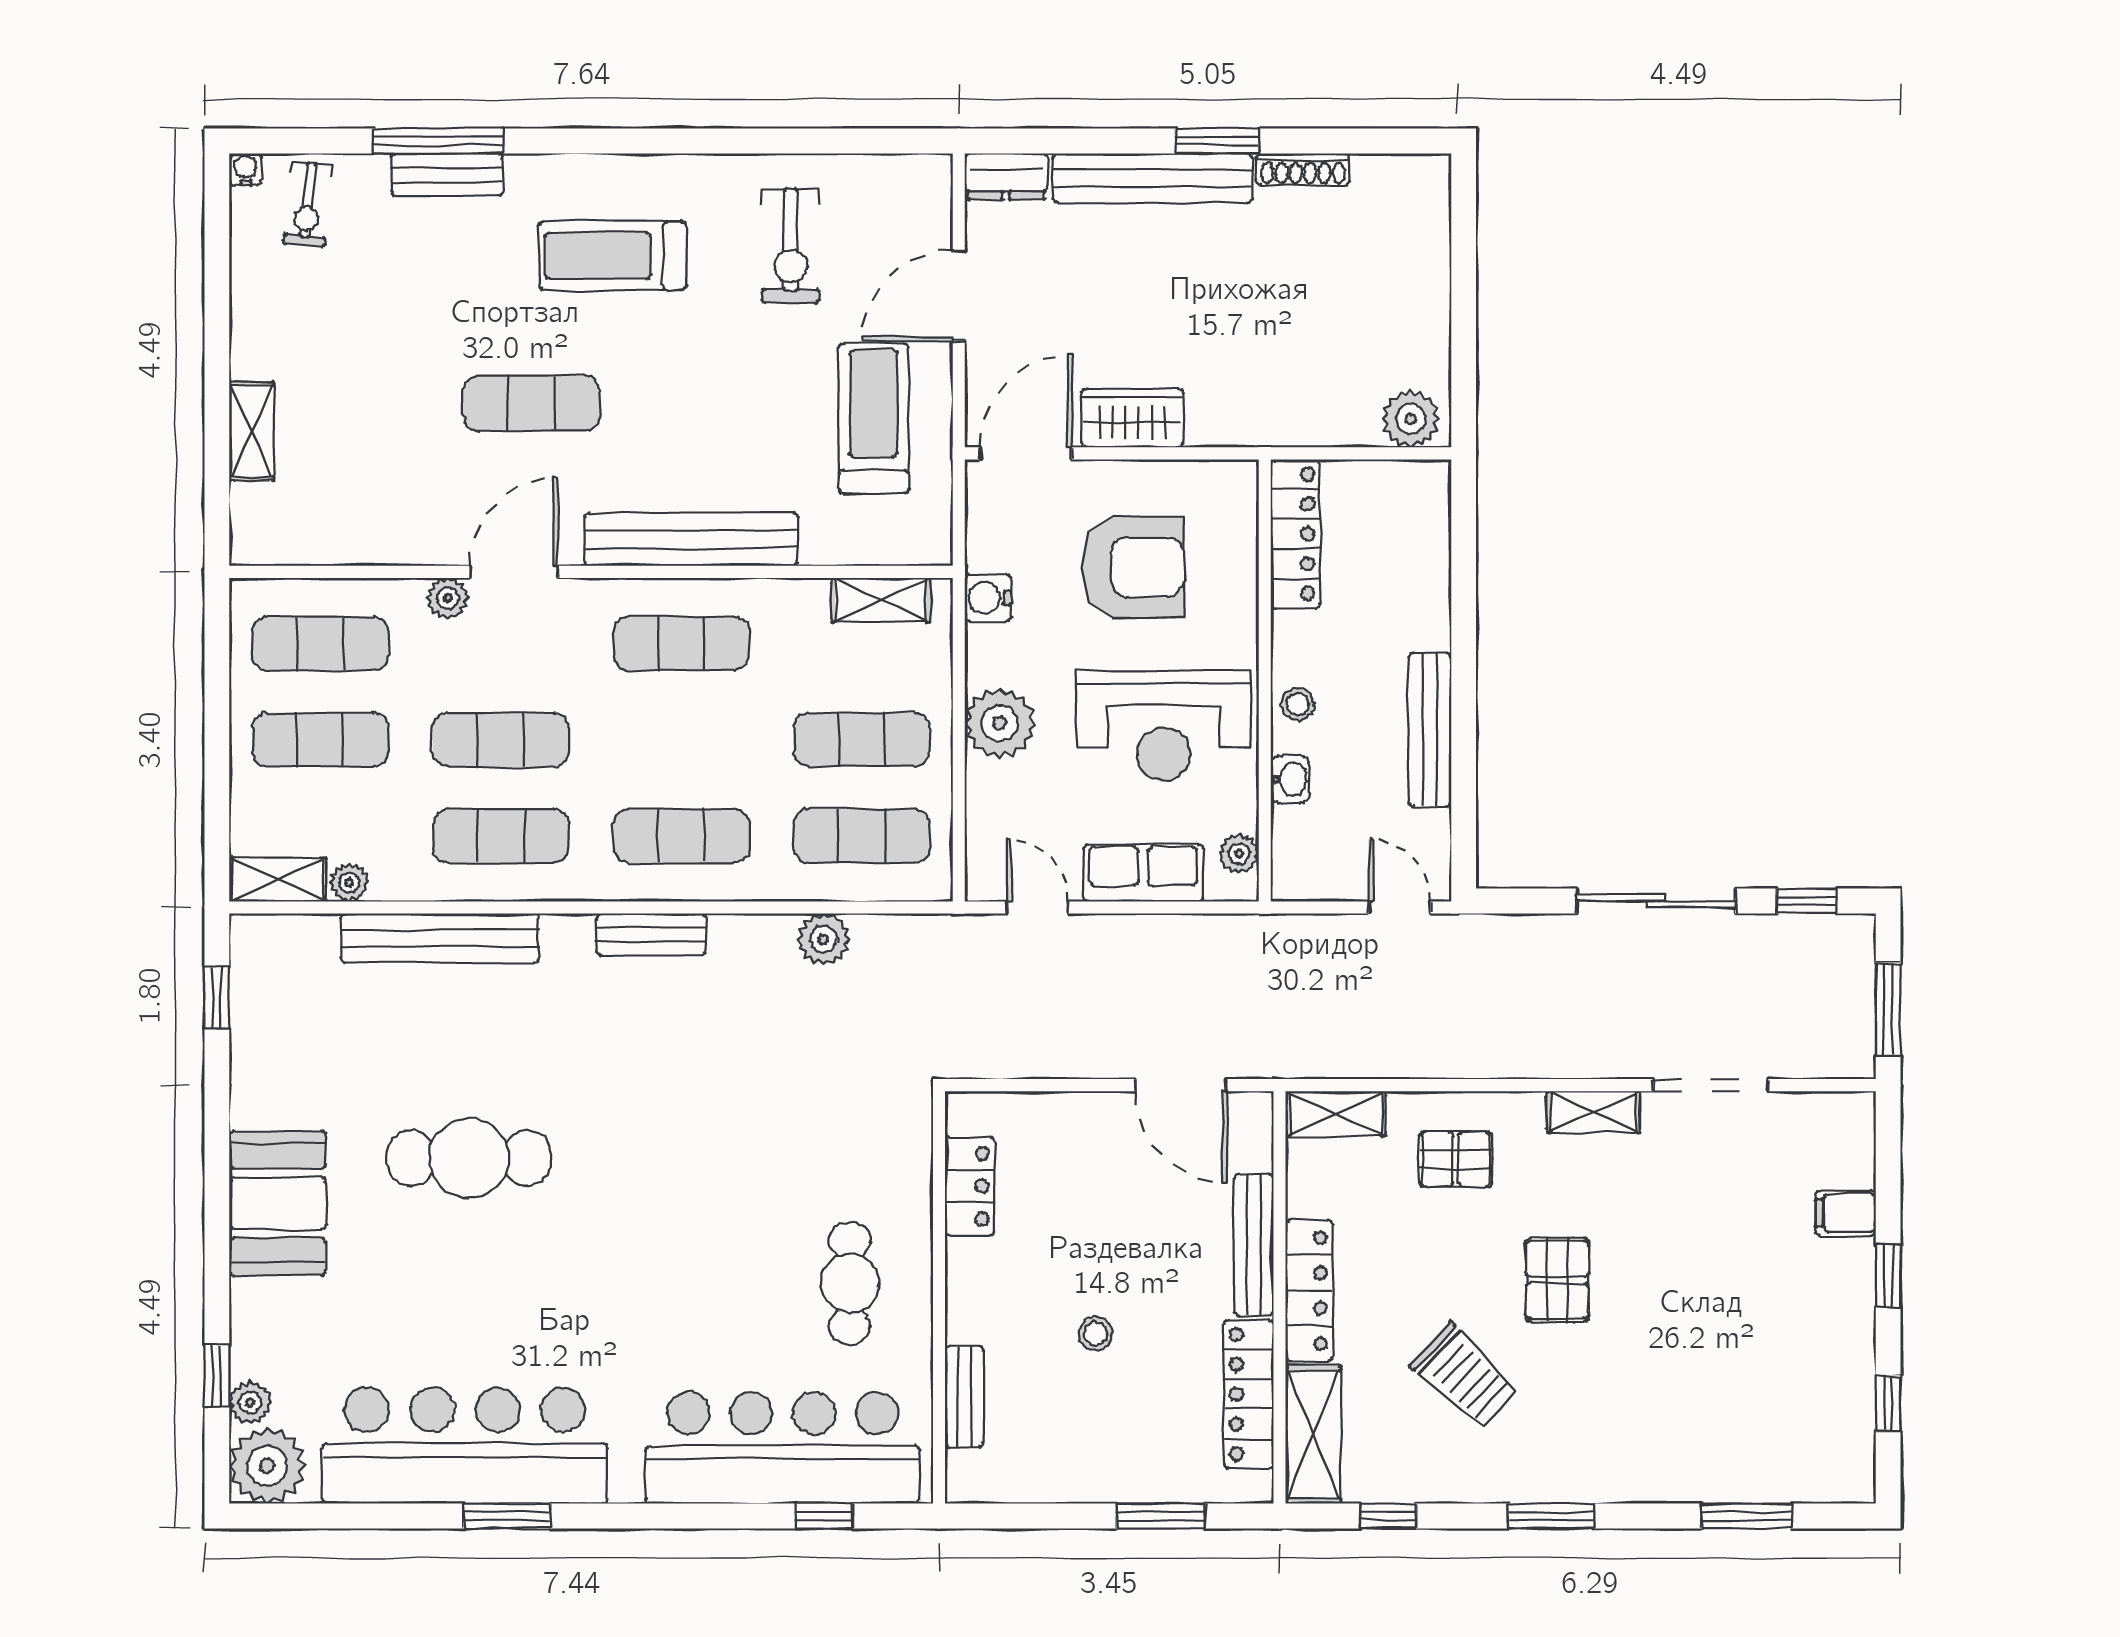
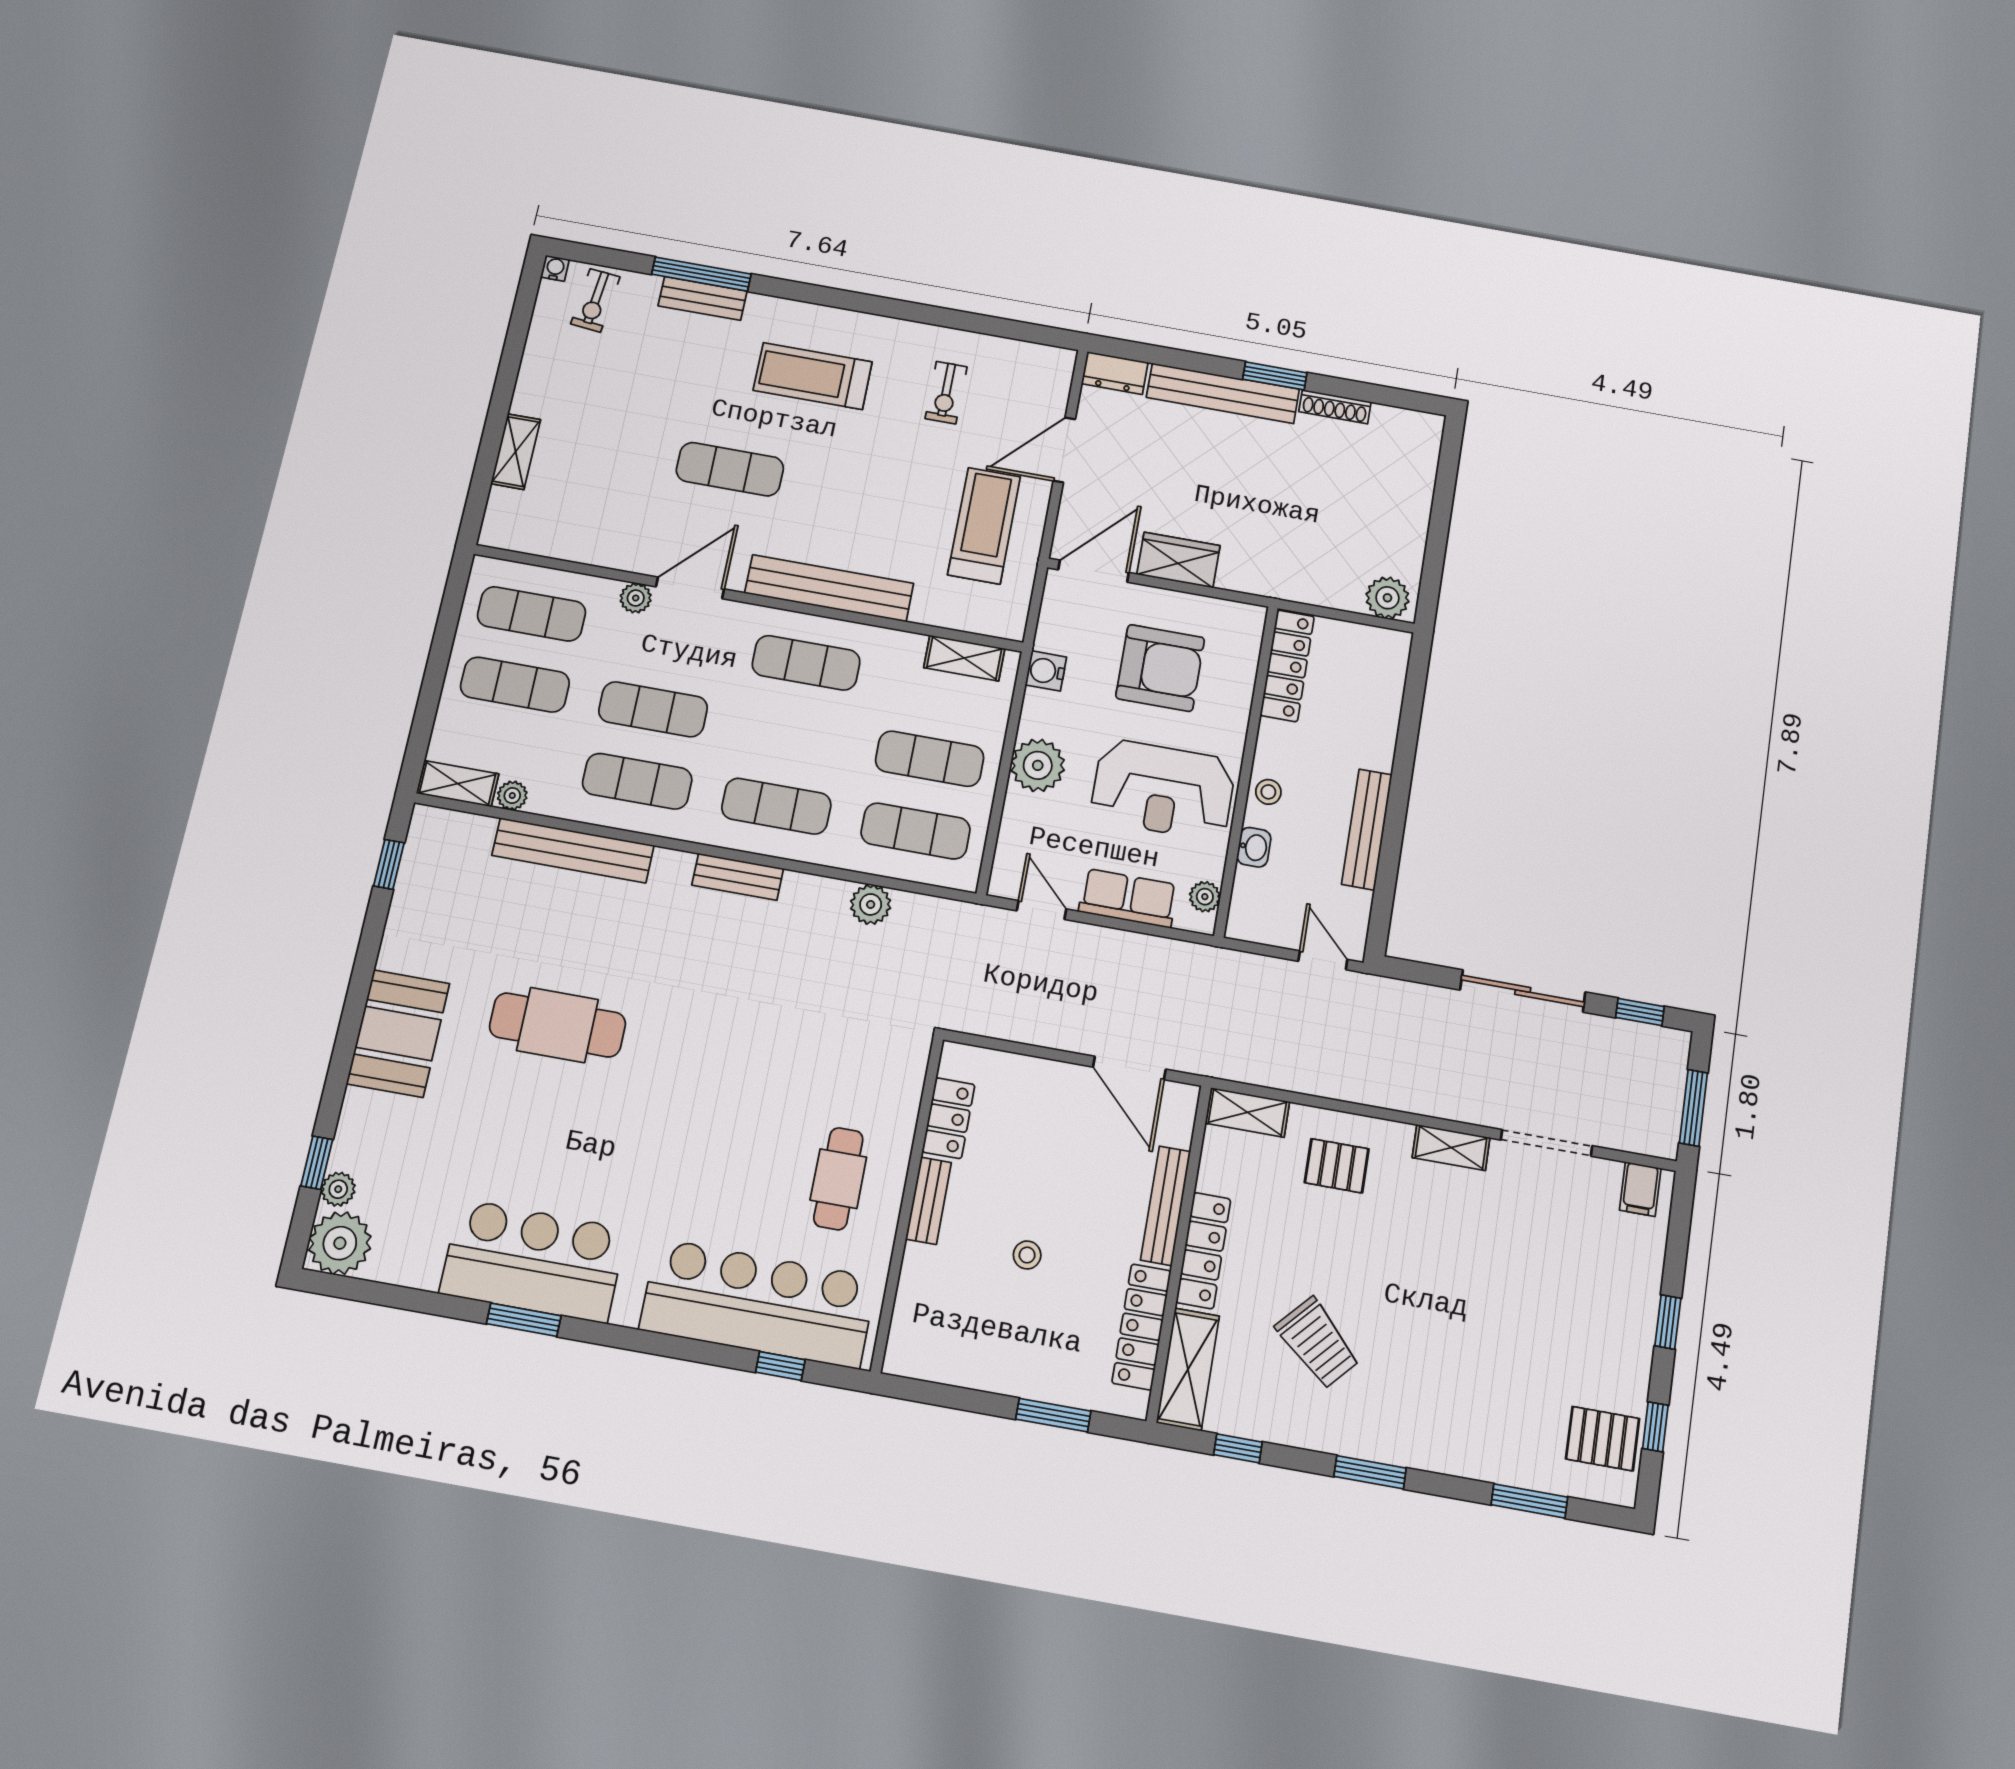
exercise bike: (791, 246) -> (946, 393), width x0.73, depth x0.72
filing cabinet: (1846, 1213) -> (1640, 1189), moved, turned -90
pallet: (1557, 1280) -> (1603, 1439), moved, turned 90
bench: (964, 1397) -> (929, 1201), moved
bar counter: (465, 1446) -> (533, 1261), width x0.73

